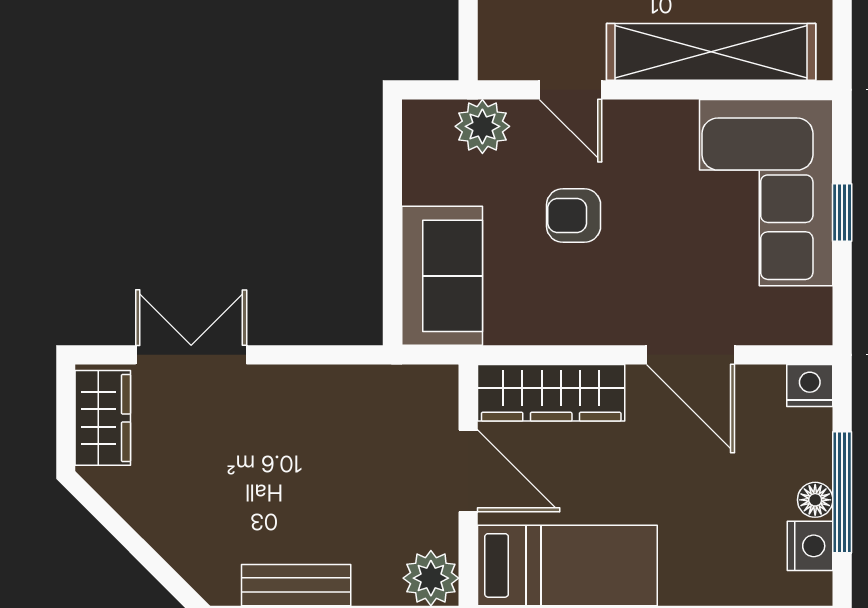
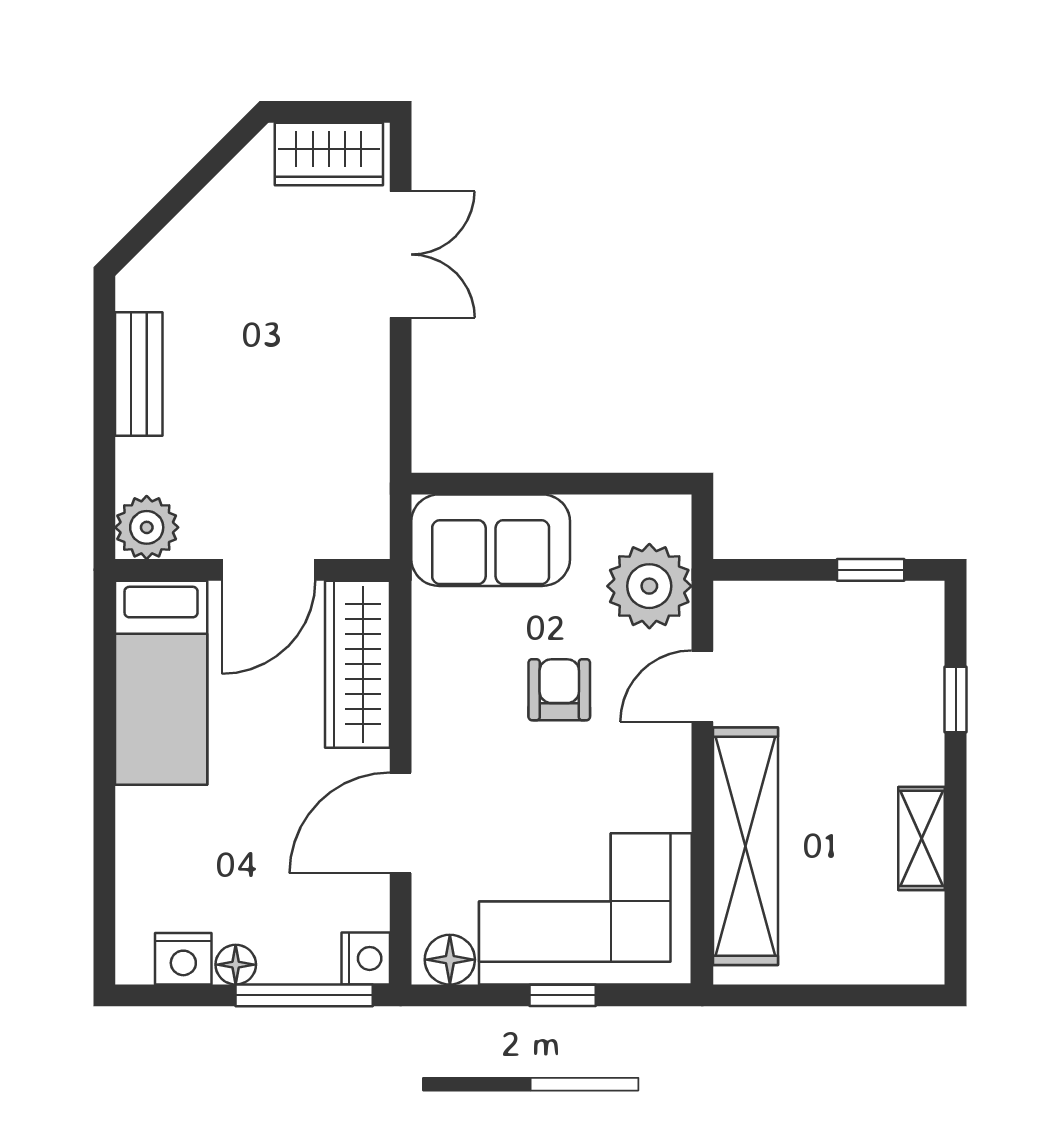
plant: (482, 126) -> (649, 586), width x1.36, depth x1.36
floor lamp: (811, 312) -> (450, 960), added
window: (842, 492) -> (304, 995), moved

